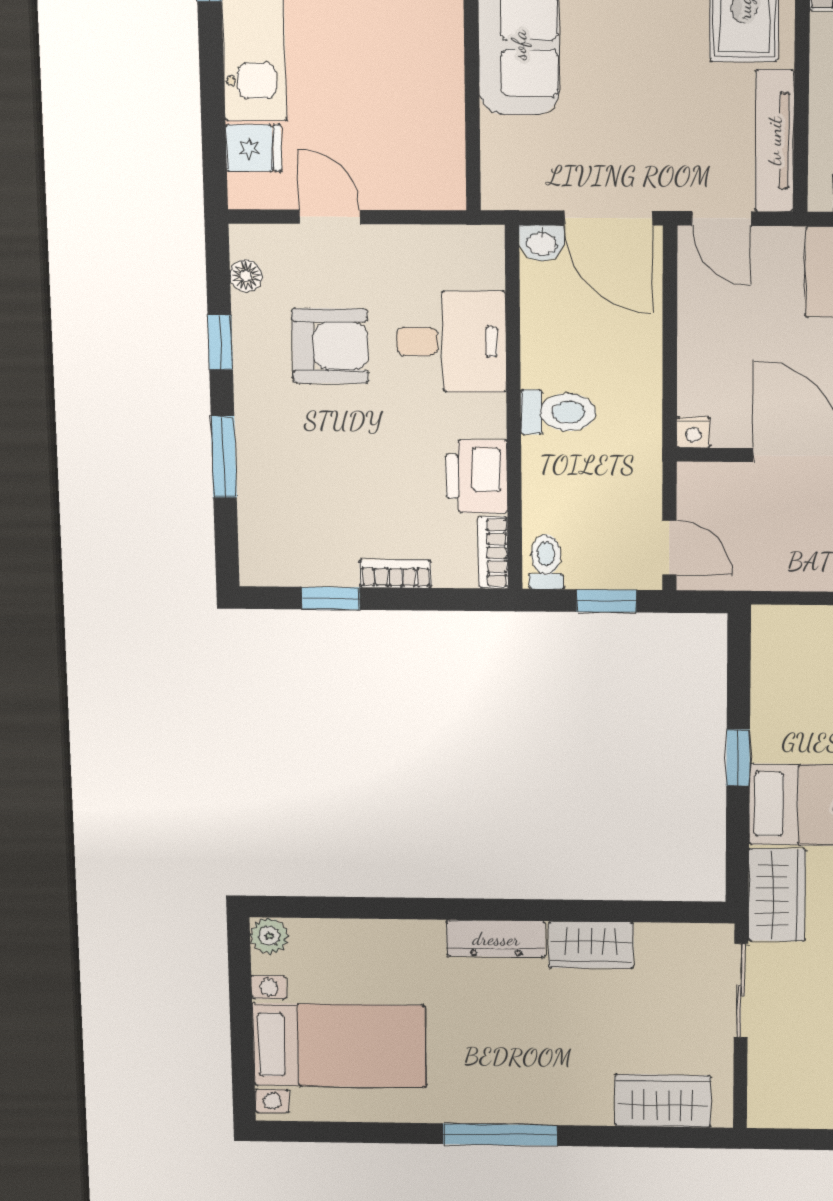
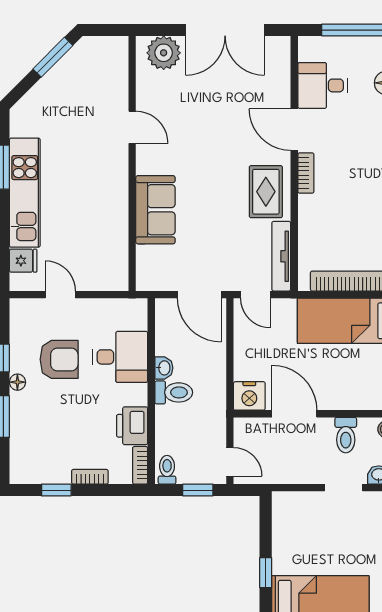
washbasin: (542, 243) -> (164, 368), moved, turned -90
floor lamp: (246, 276) -> (17, 382), moved
nightstand: (693, 432) -> (249, 396), width x1.89, depth x1.79

